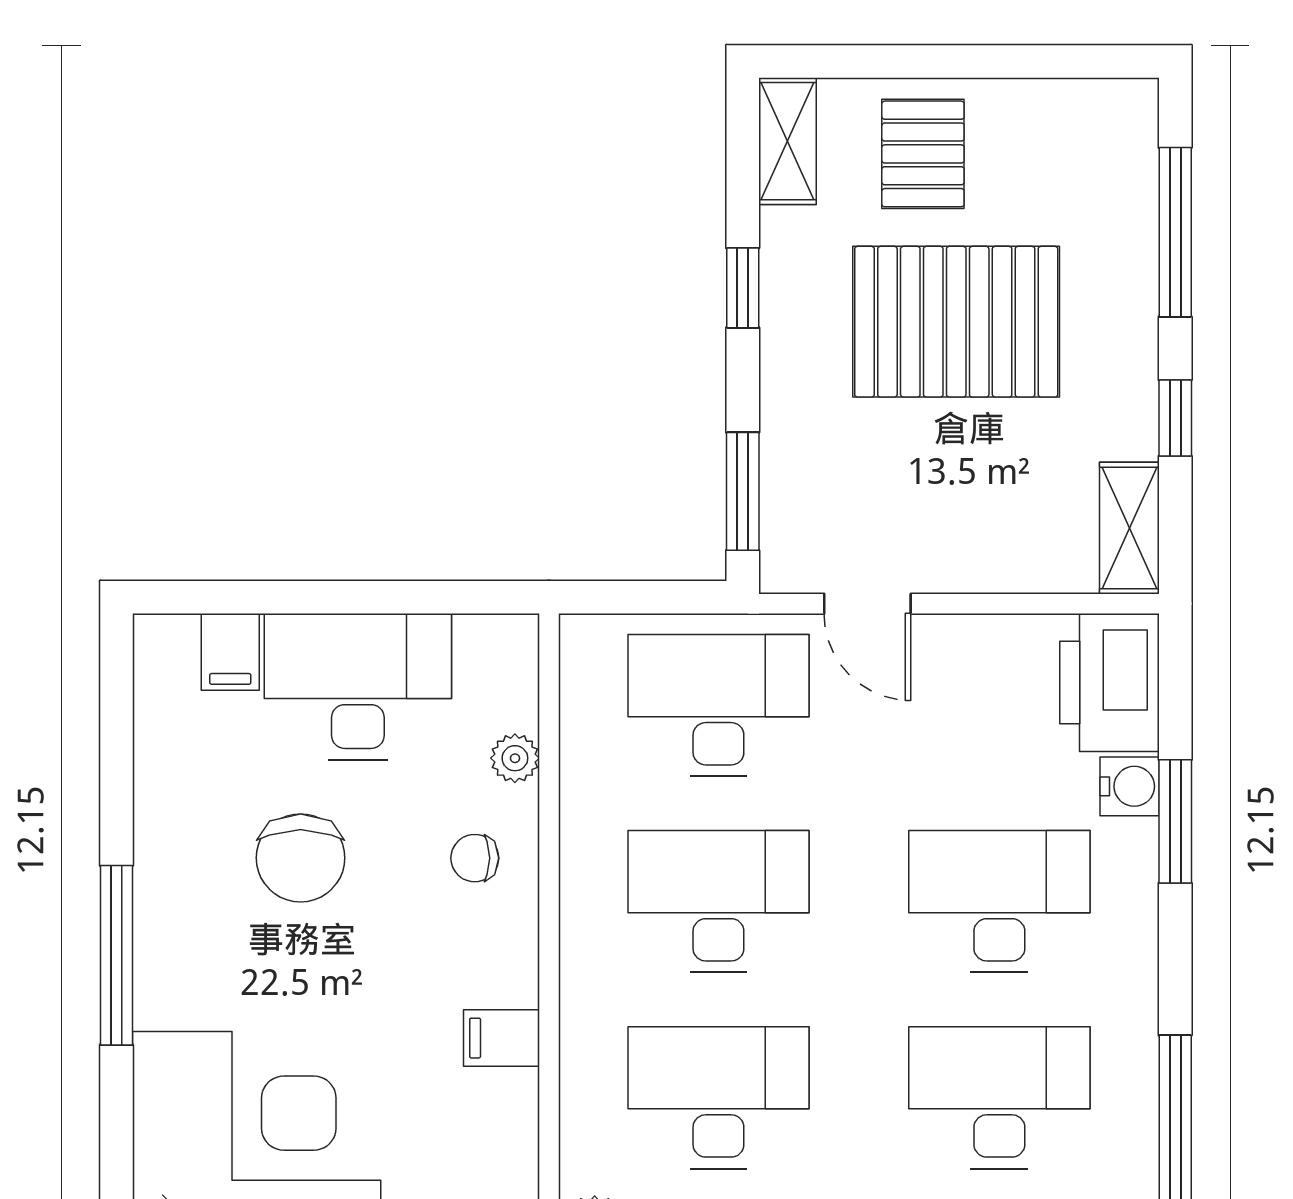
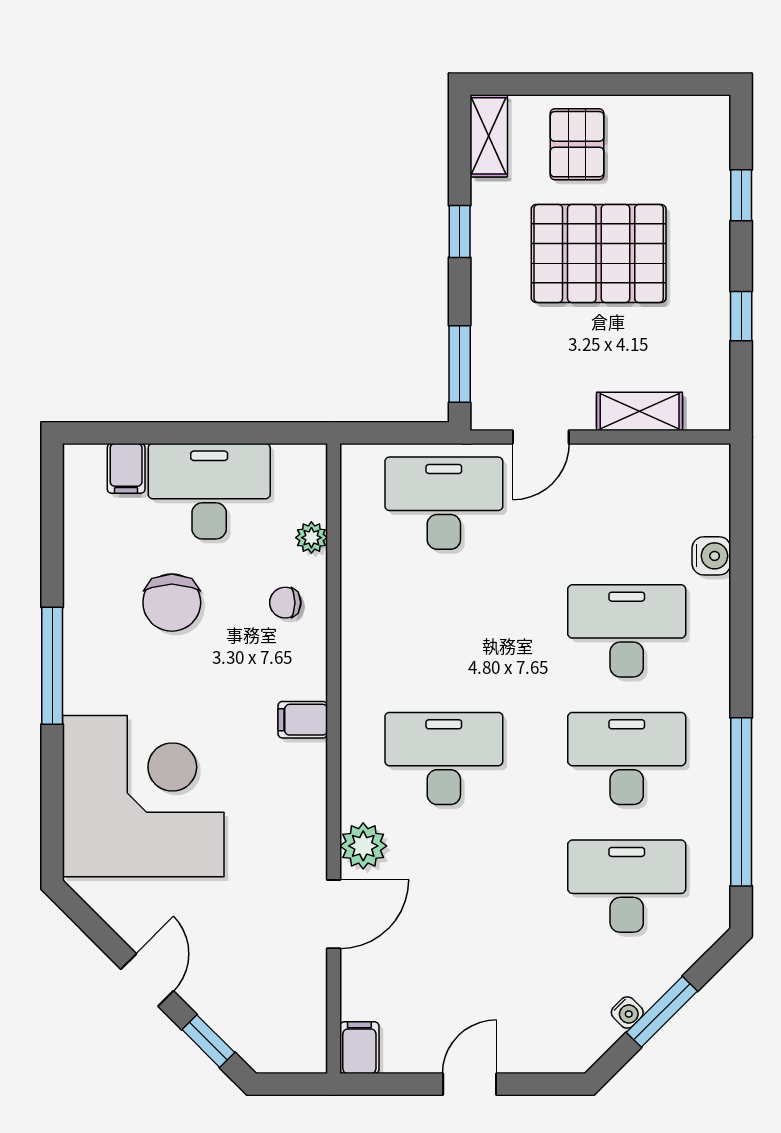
window: (1175, 232) -> (741, 195), width x0.46
shelving: (1129, 528) -> (640, 411), moved, turned 90
door: (867, 604) -> (541, 437), hinge flipped
printer: (1109, 683) -> (698, 488), removed
window: (1175, 821) -> (741, 579), removed
desk: (718, 901) -> (444, 631), removed

